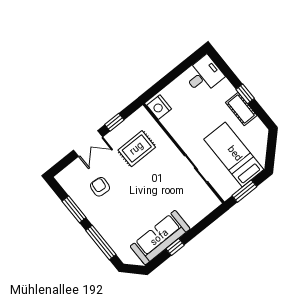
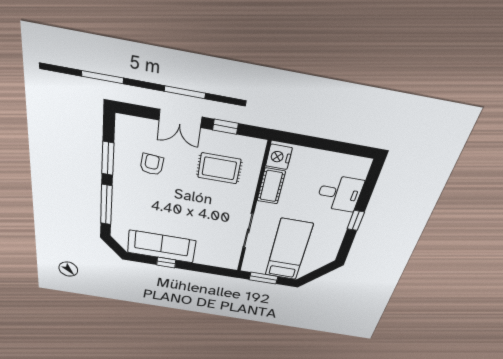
desk: (204, 75) -> (340, 193), moved
cot: (241, 109) -> (271, 186), moved

